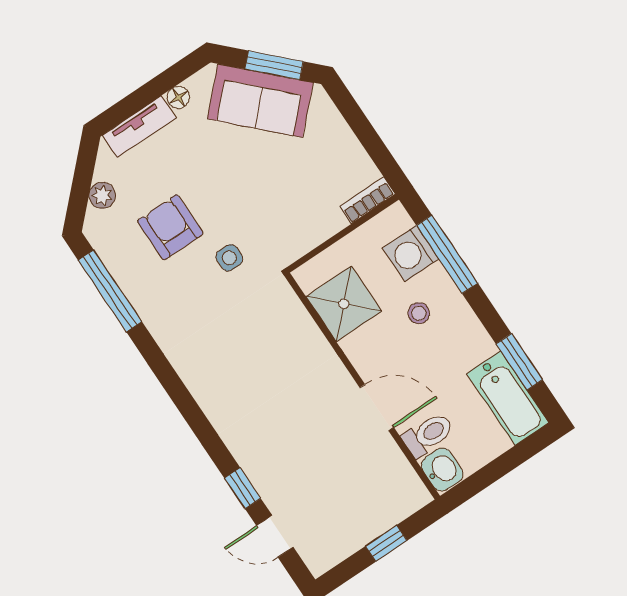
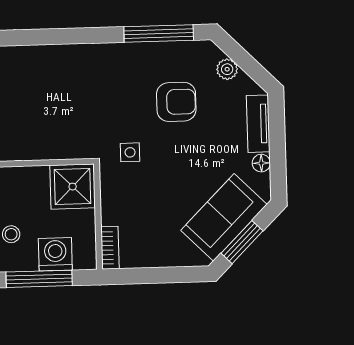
side table: (229, 258) -> (130, 152), moved
shower: (344, 304) -> (73, 187), moved

